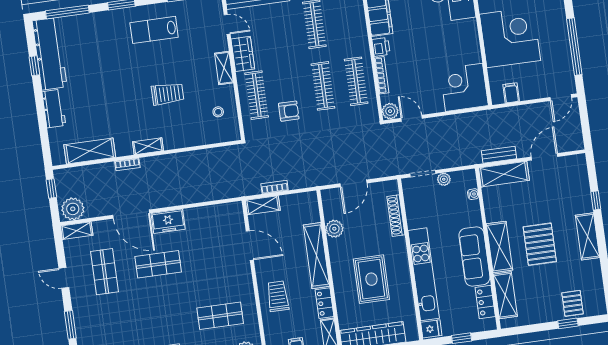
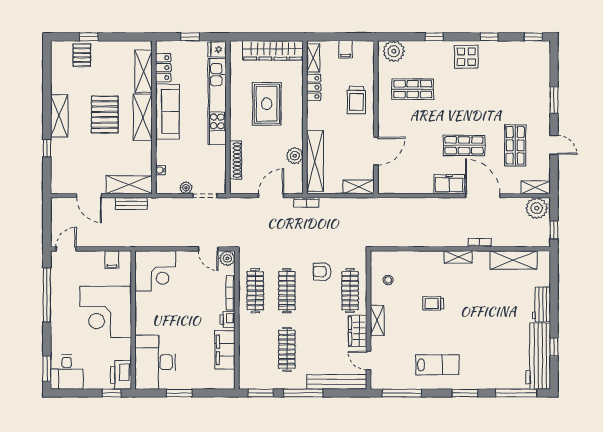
trolley: (168, 94) -> (433, 303), width x0.73, depth x0.72
door: (544, 157) -> (89, 196), hinge flipped
bookcase: (275, 187) -> (306, 202), moved
door: (250, 245) -> (376, 151), swing flipped
shelving: (316, 256) -> (315, 161), moved

